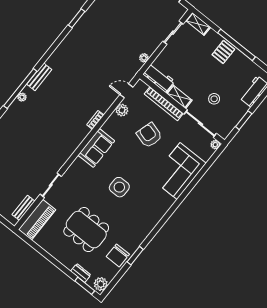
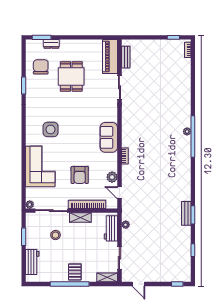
bench: (39, 77) -> (186, 213), moved
workbench: (159, 78) -> (111, 228), moved, turned 90
door: (126, 91) -> (119, 193), swing flipped
armchair: (149, 135) -> (80, 175), turned 74
side table: (119, 187) -> (51, 129), moved
dining table: (86, 230) -> (71, 76), width x0.73
chair: (118, 255) -> (41, 67), moved
plant: (101, 284) -> (32, 47), removed

